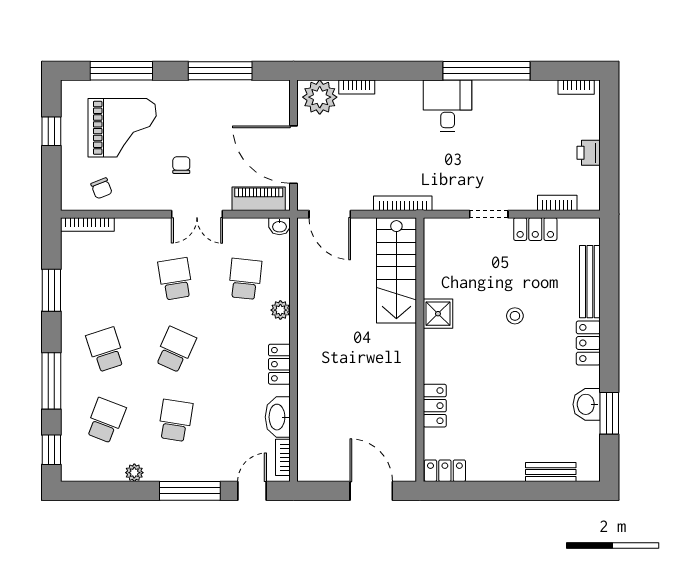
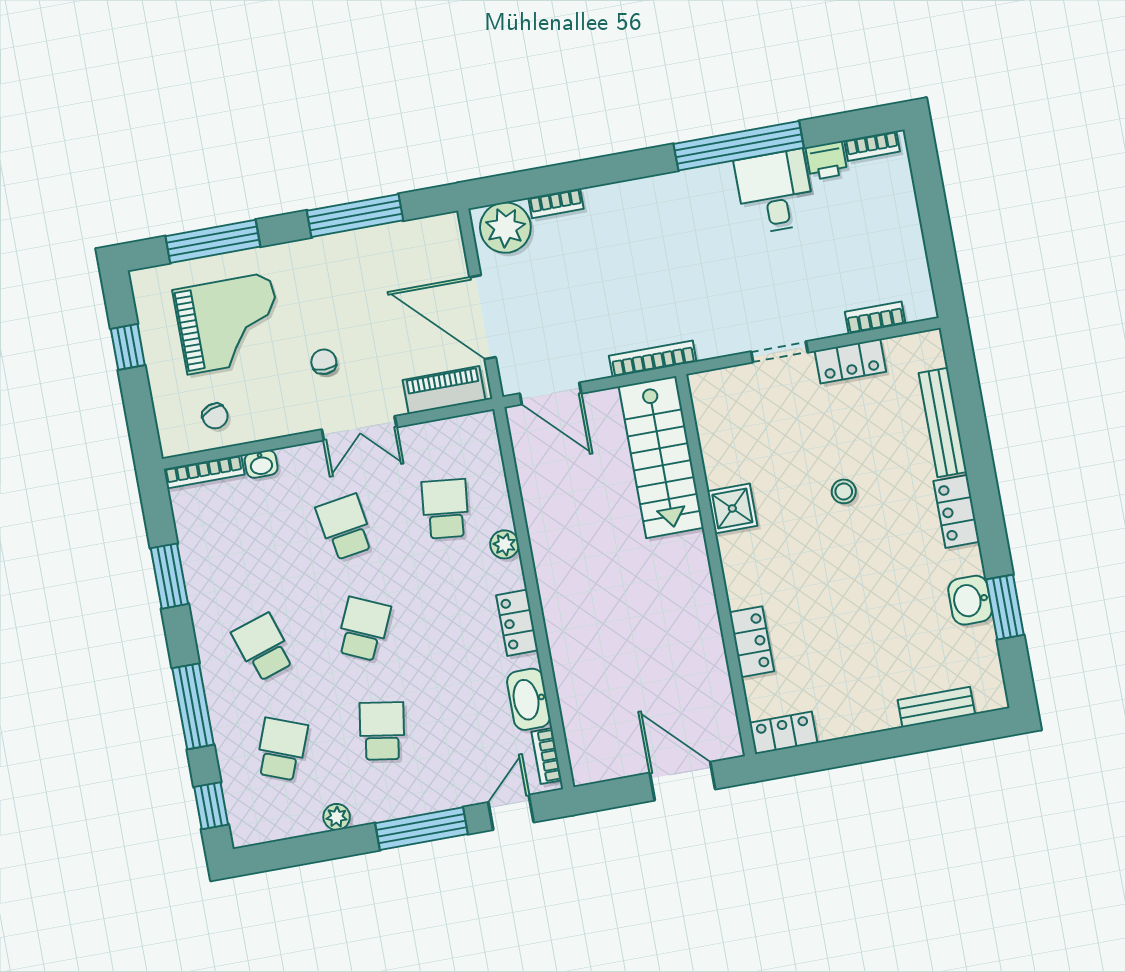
desk: (448, 106) -> (775, 192), moved
printer: (589, 153) -> (827, 161), moved, turned -90
washbasin: (279, 226) -> (261, 464), moved

